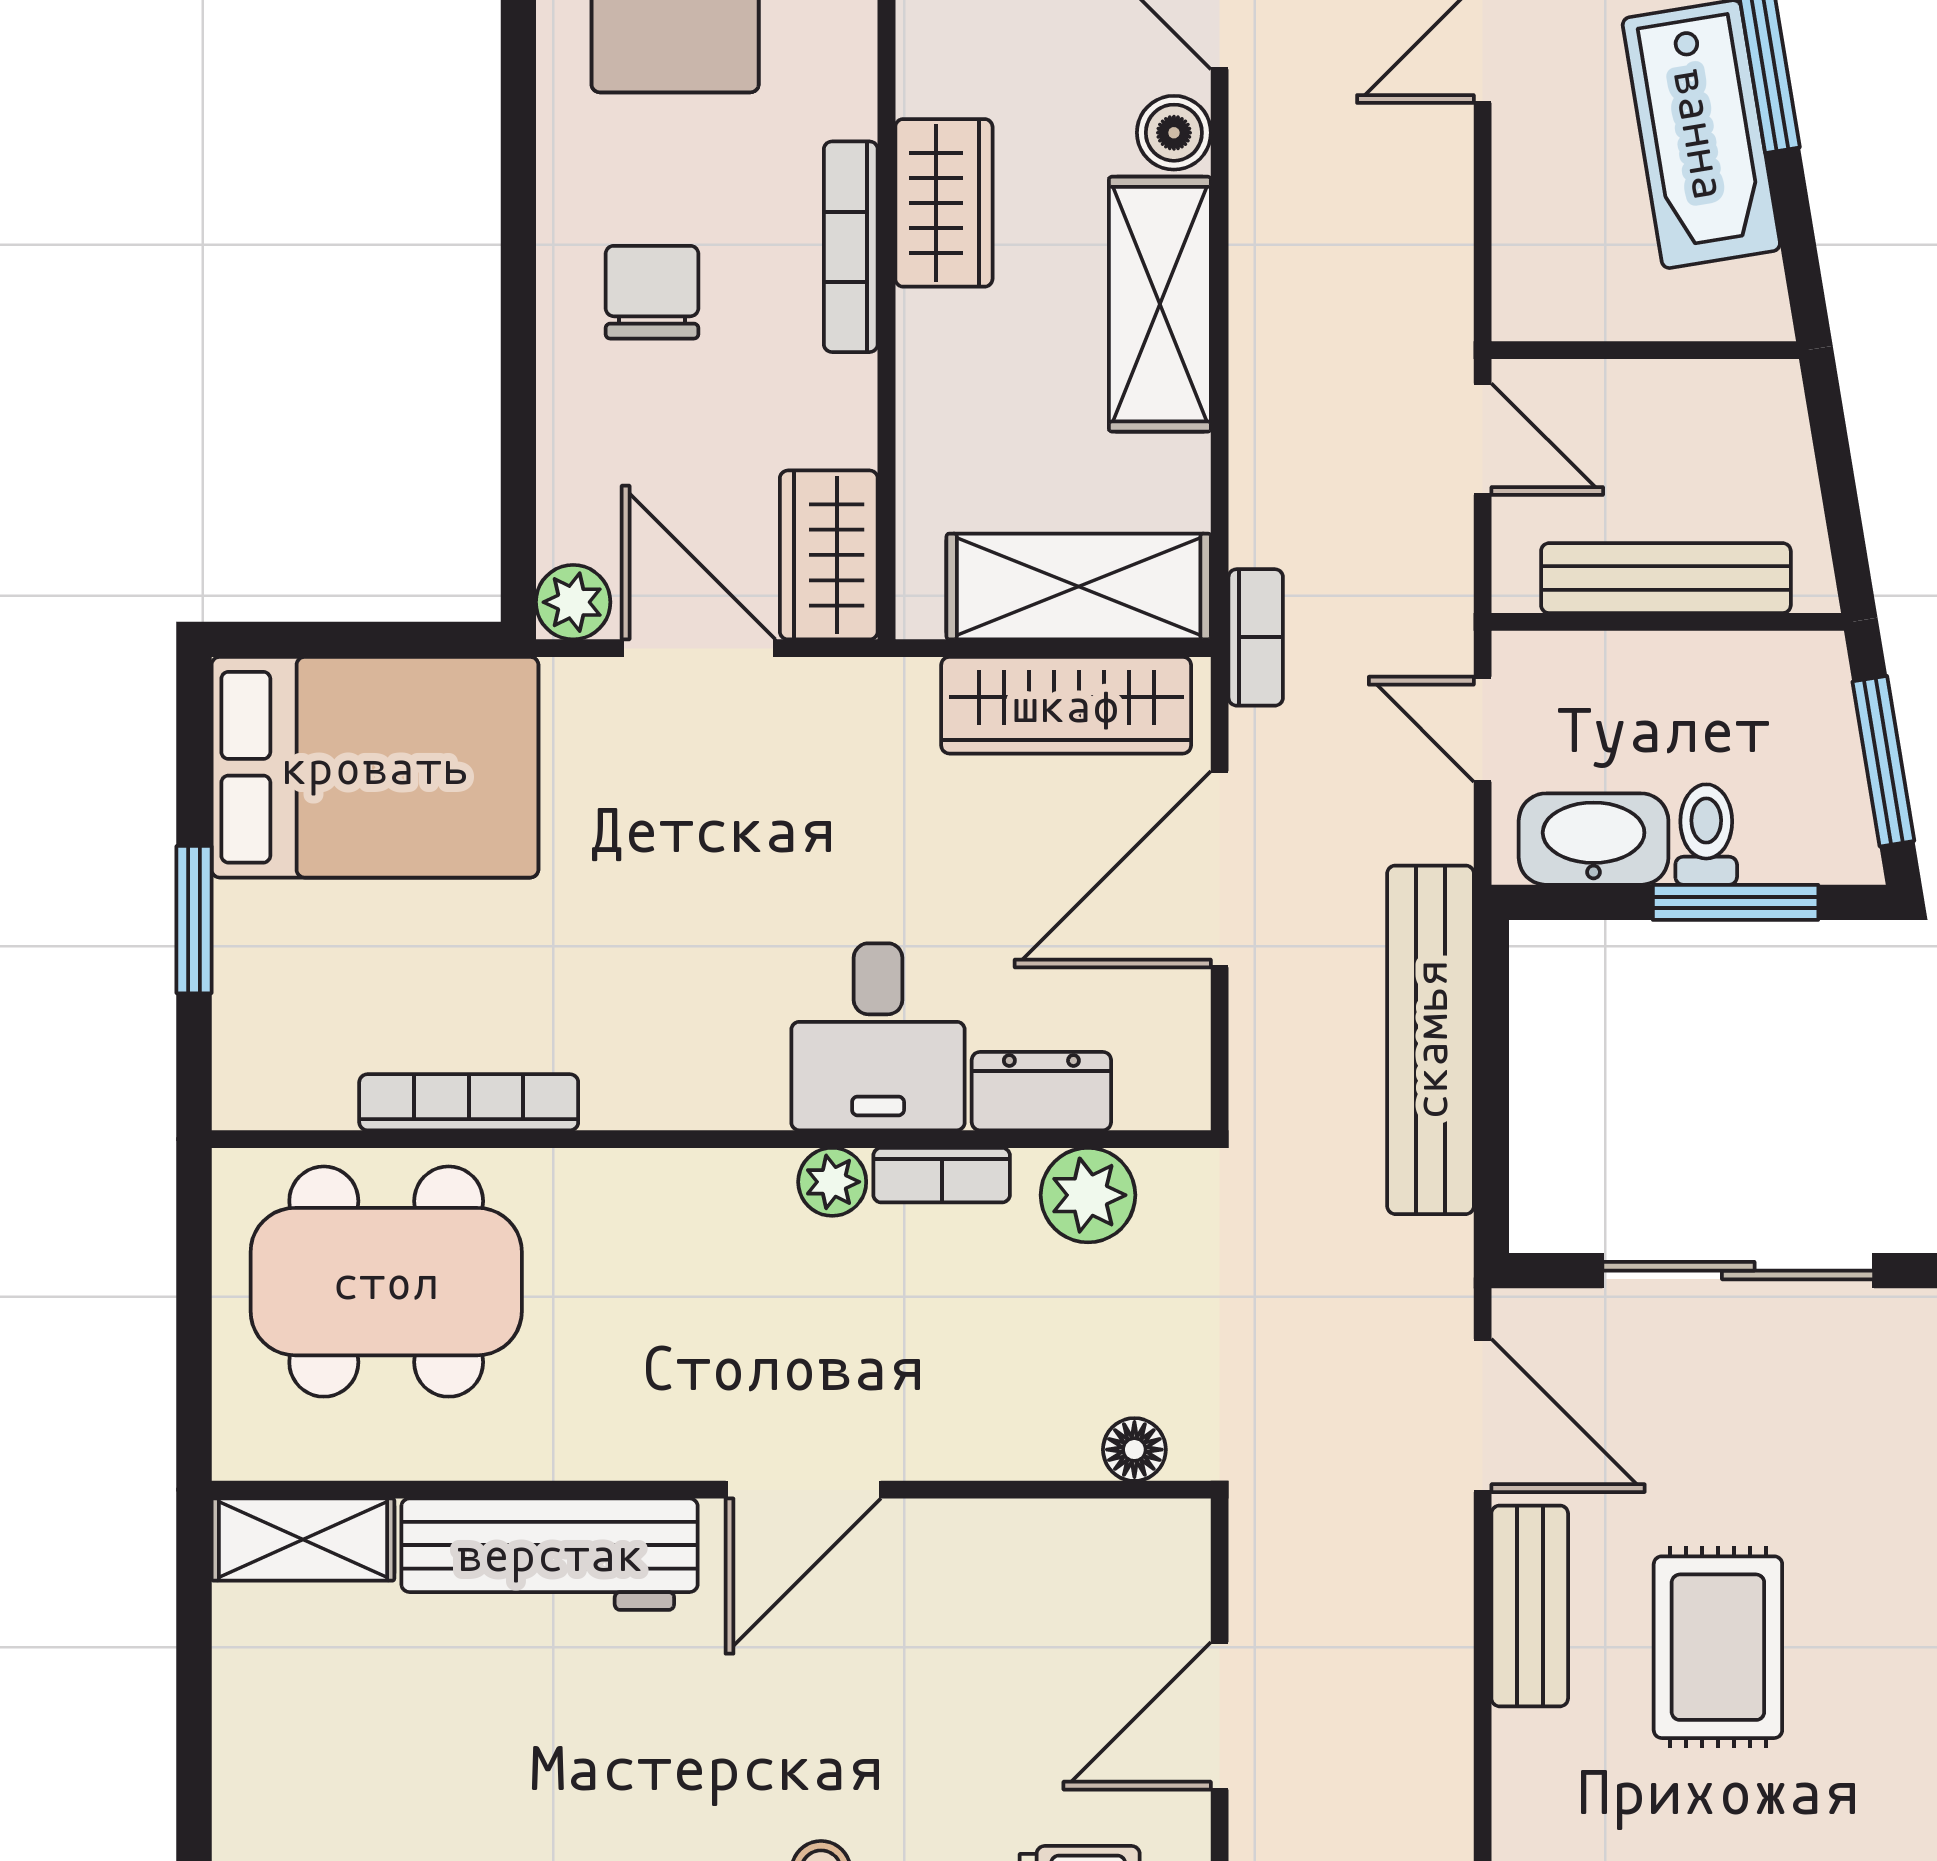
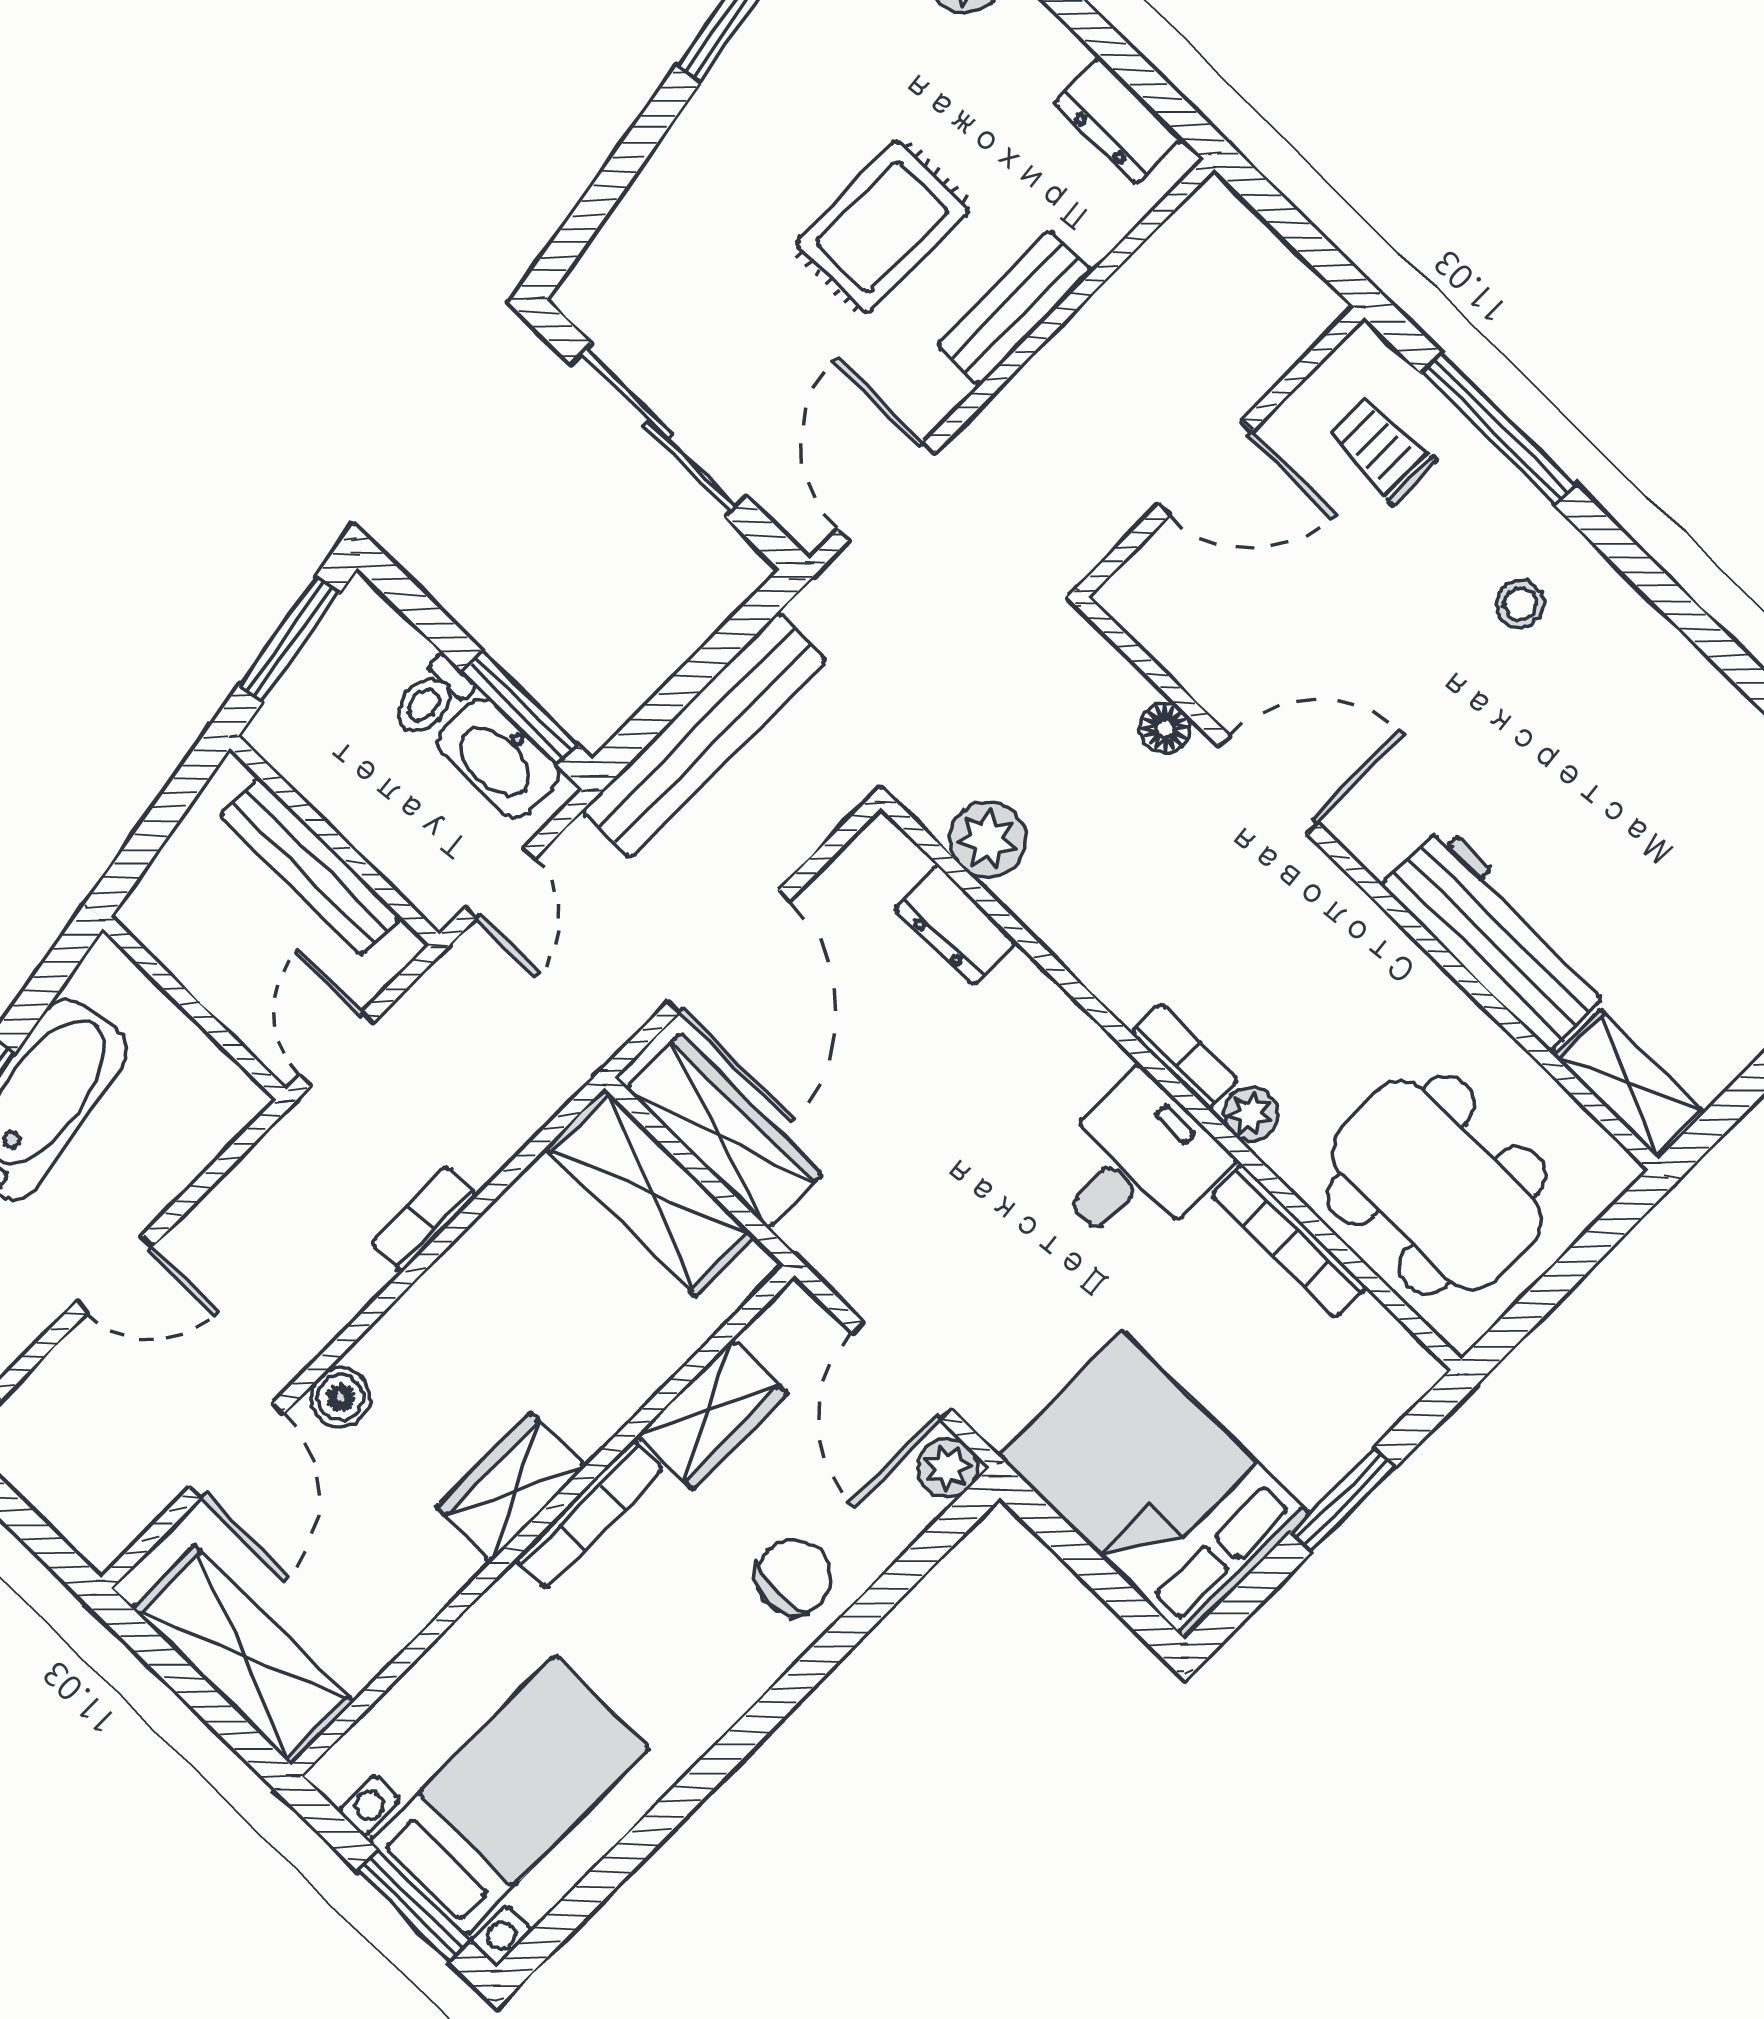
chair: (652, 292) -> (794, 1577), moved, turned 180
shelving: (1160, 304) -> (445, 1308), removed
wardrobe: (829, 555) -> (712, 1414), moved
bookcase: (1256, 637) -> (424, 1219), moved
door: (1220, 869) -> (729, 951), hinge flipped
window: (1736, 902) -> (520, 708), moved
desk: (878, 1037) -> (1136, 1164), moved
bookcase: (942, 1175) -> (1185, 1056), moved
plant: (832, 1182) -> (1251, 1114), moved
floor lamp: (1134, 1450) -> (1165, 728), moved
door: (803, 1490) -> (1268, 784), moved
bench: (1530, 1606) -> (1015, 308), moved

